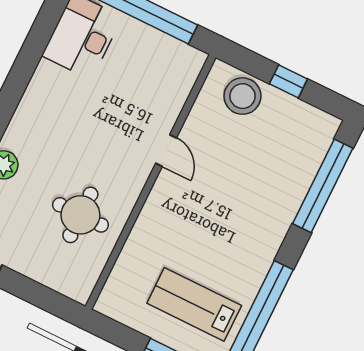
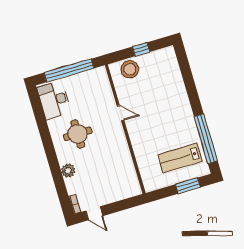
window: (323, 186) -> (187, 75), removed
round table: (80, 215) -> (78, 134), moved

